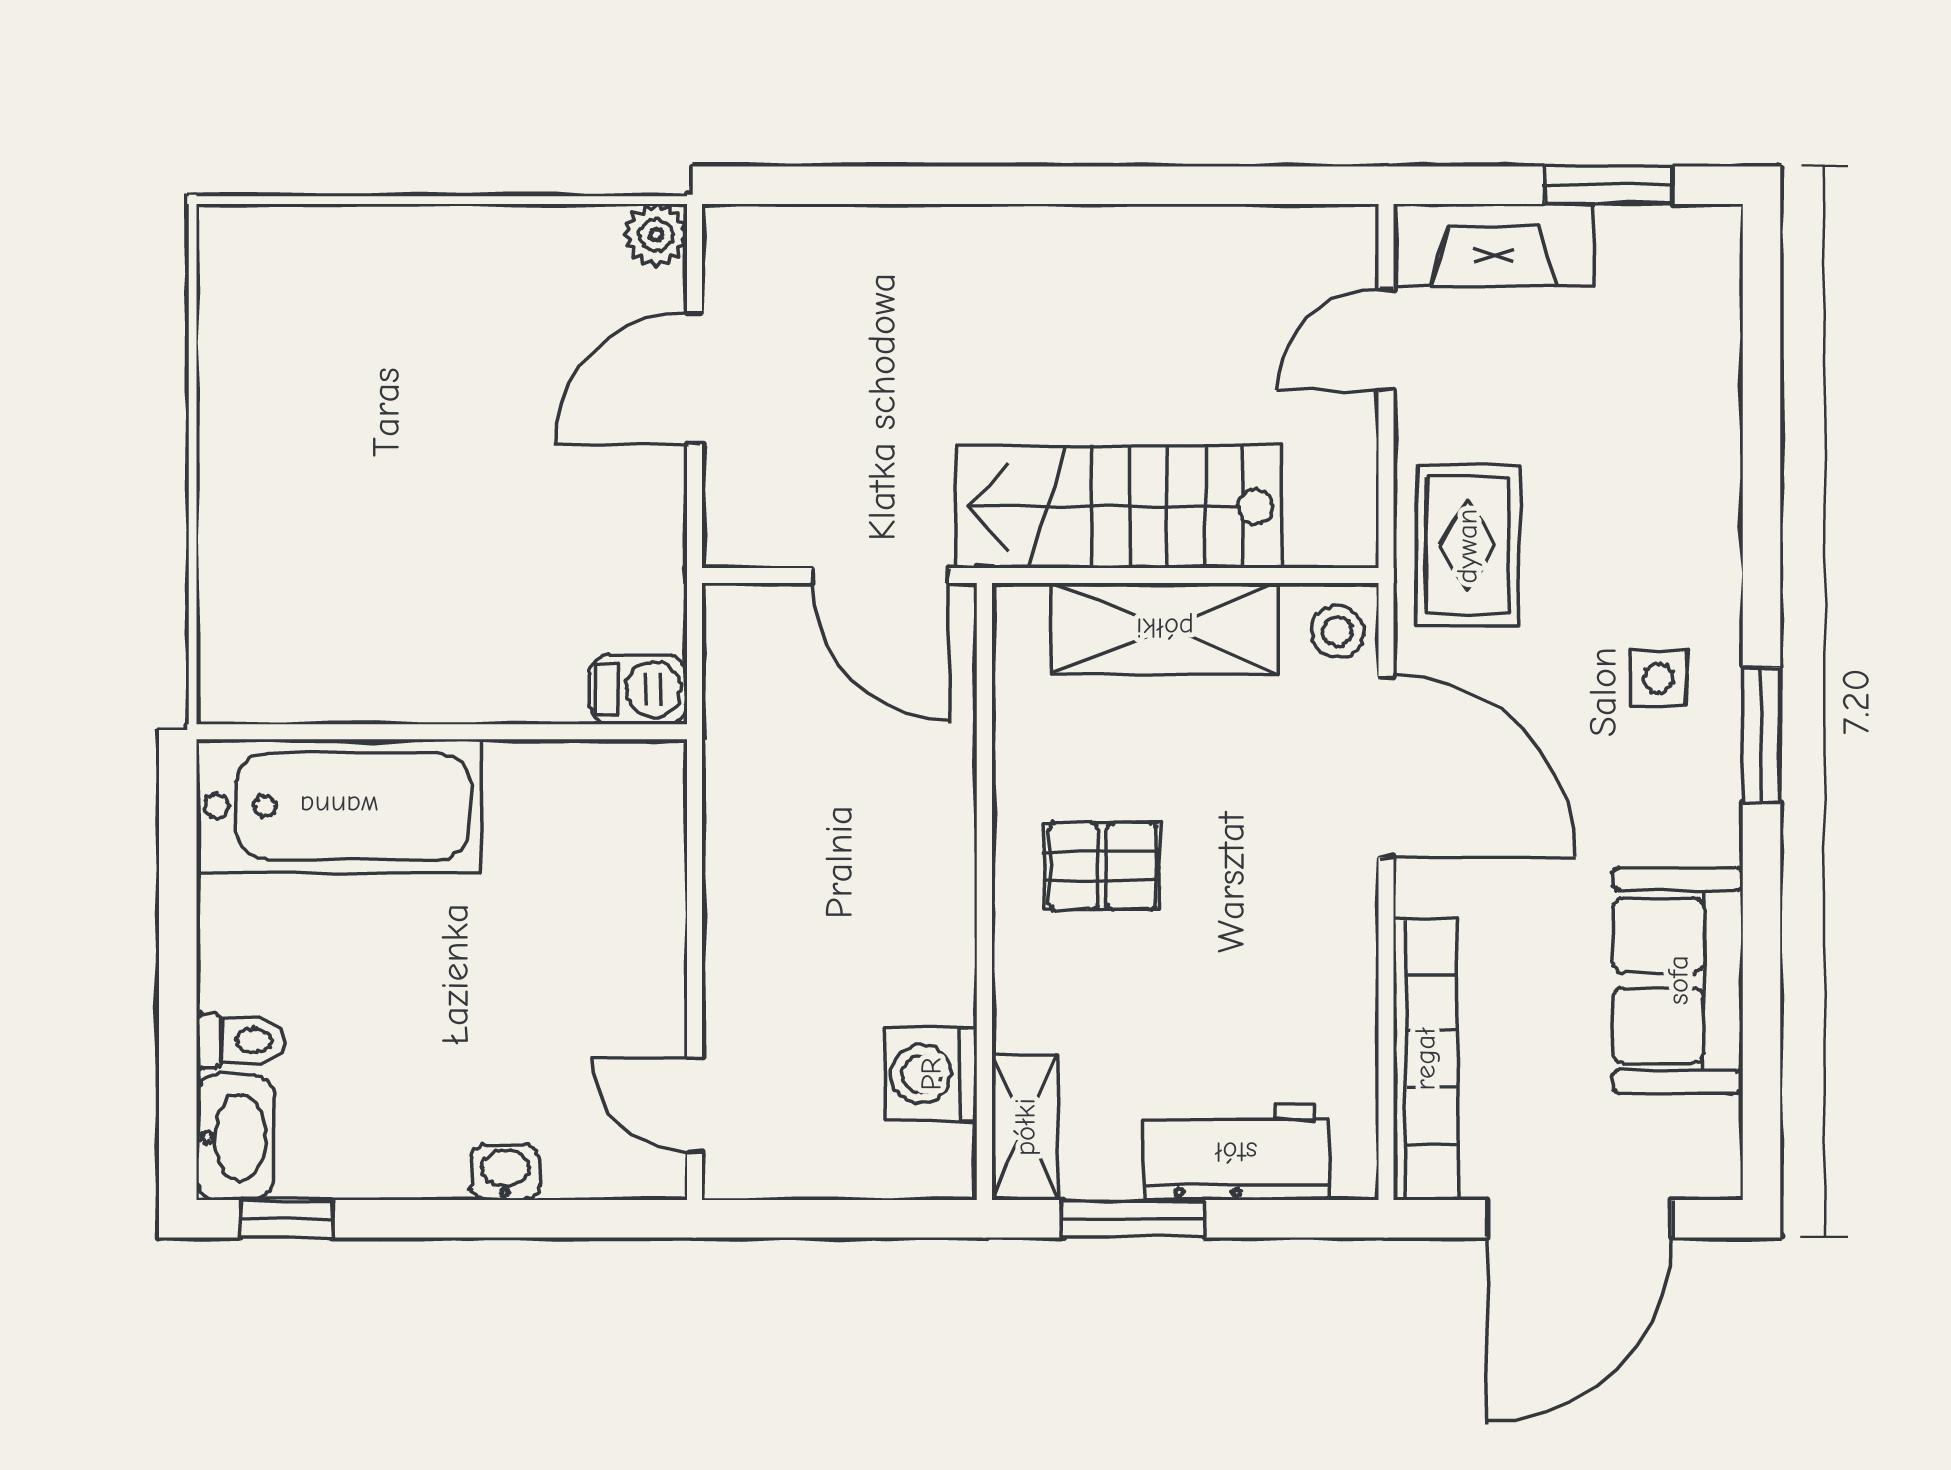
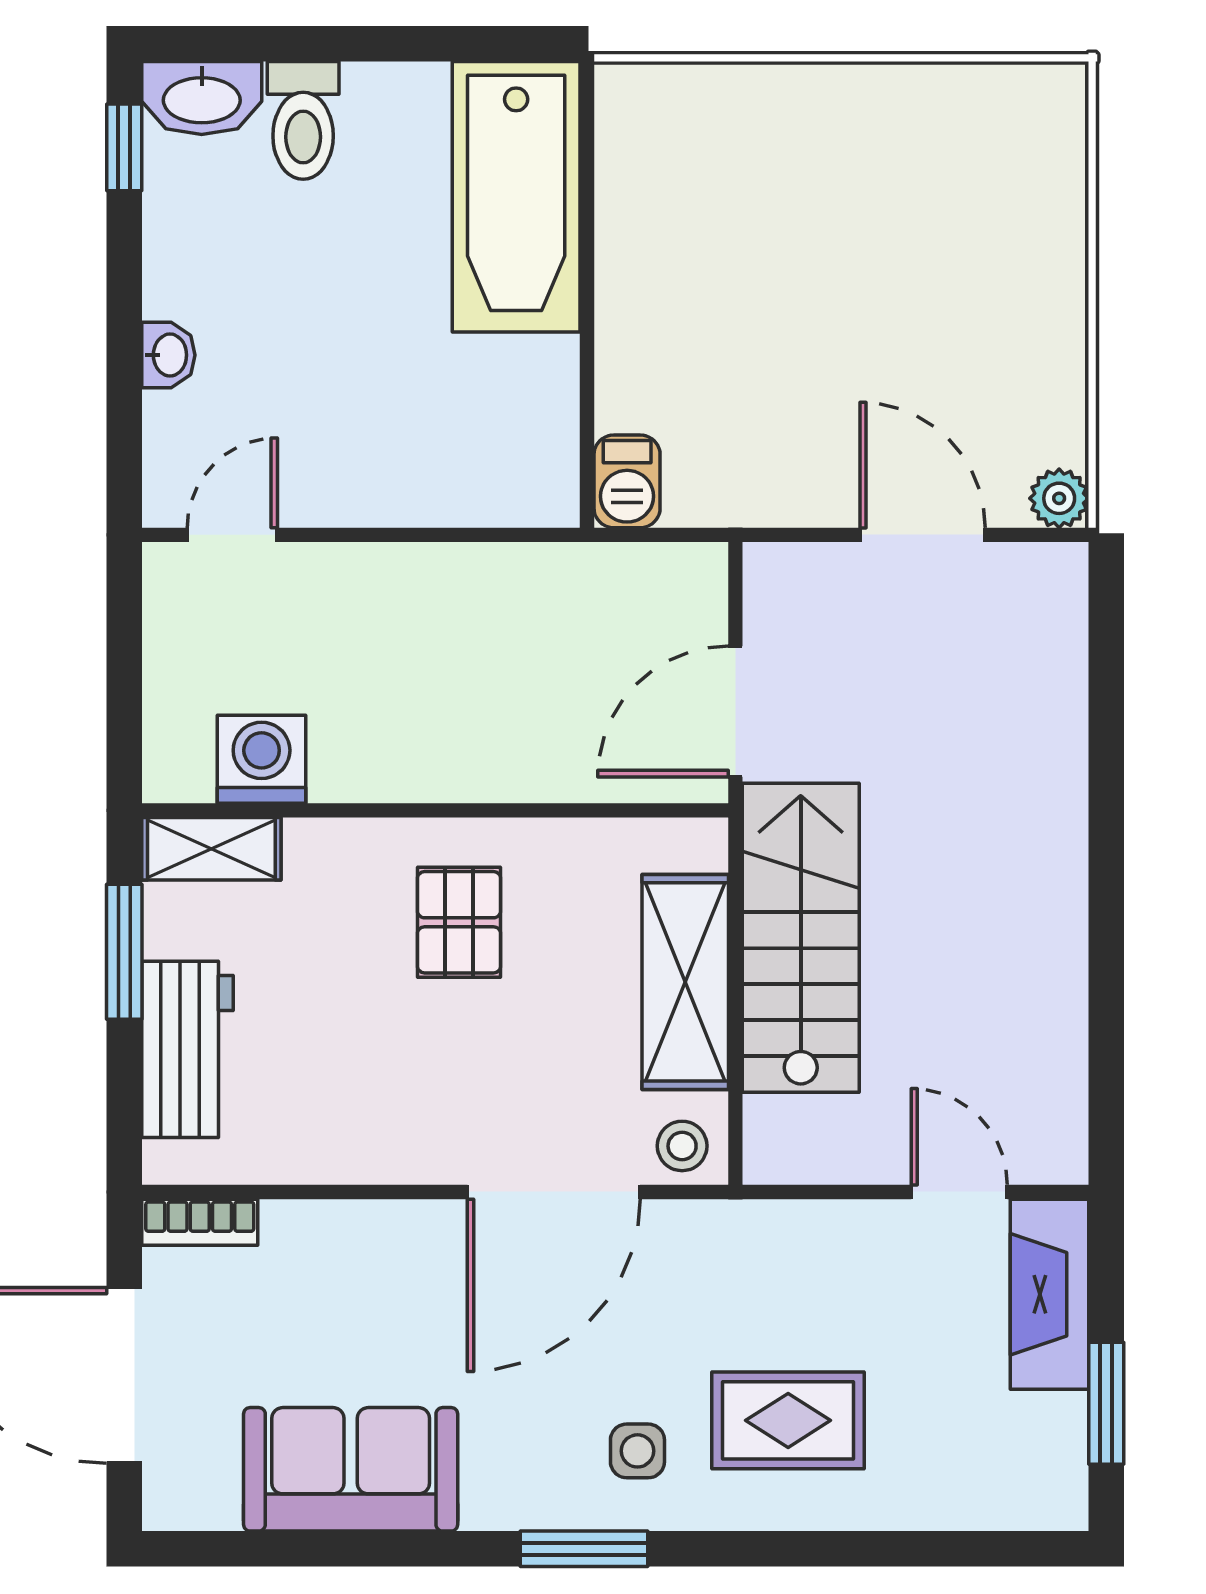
rug: (1467, 546) -> (788, 1420), moved
toilet: (241, 1041) -> (303, 120), width x1.37, depth x1.39
bookcase: (1425, 1059) -> (200, 1222), width x0.43, depth x0.76

